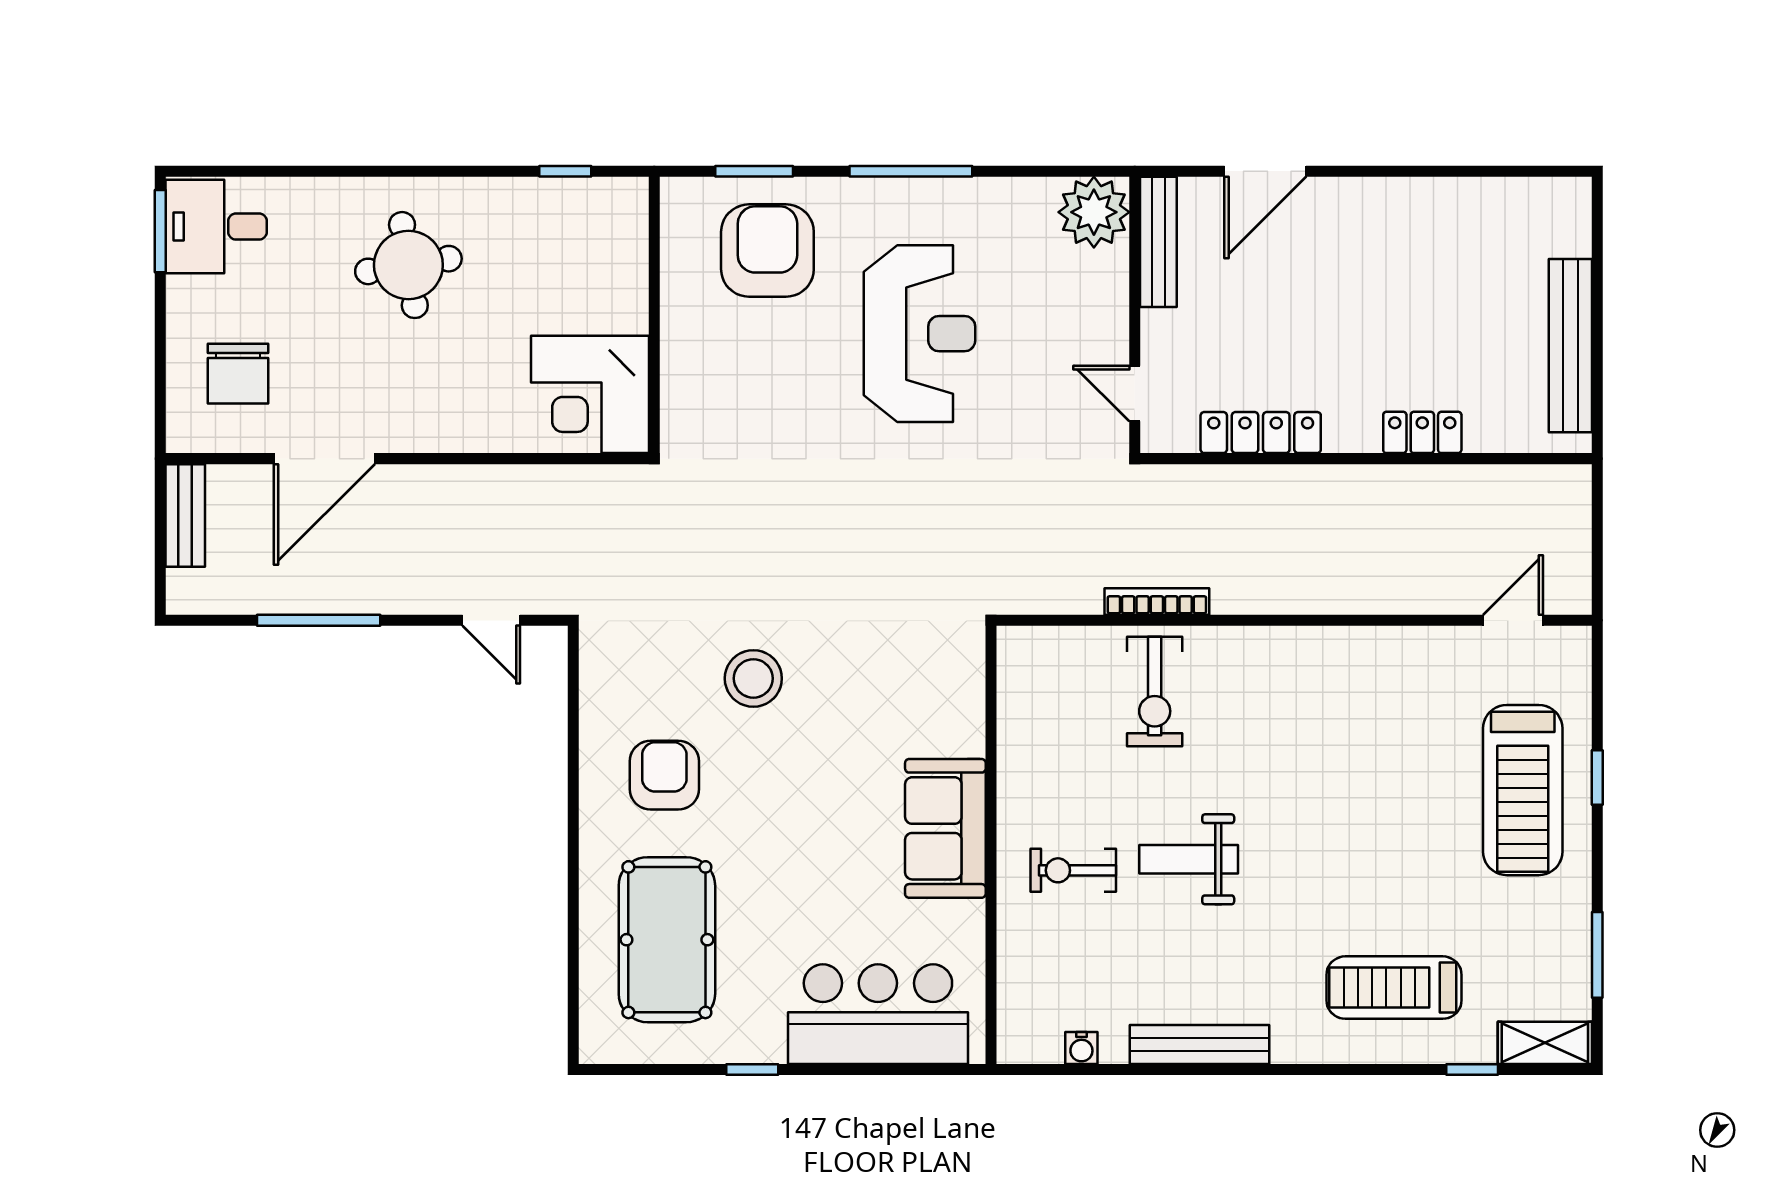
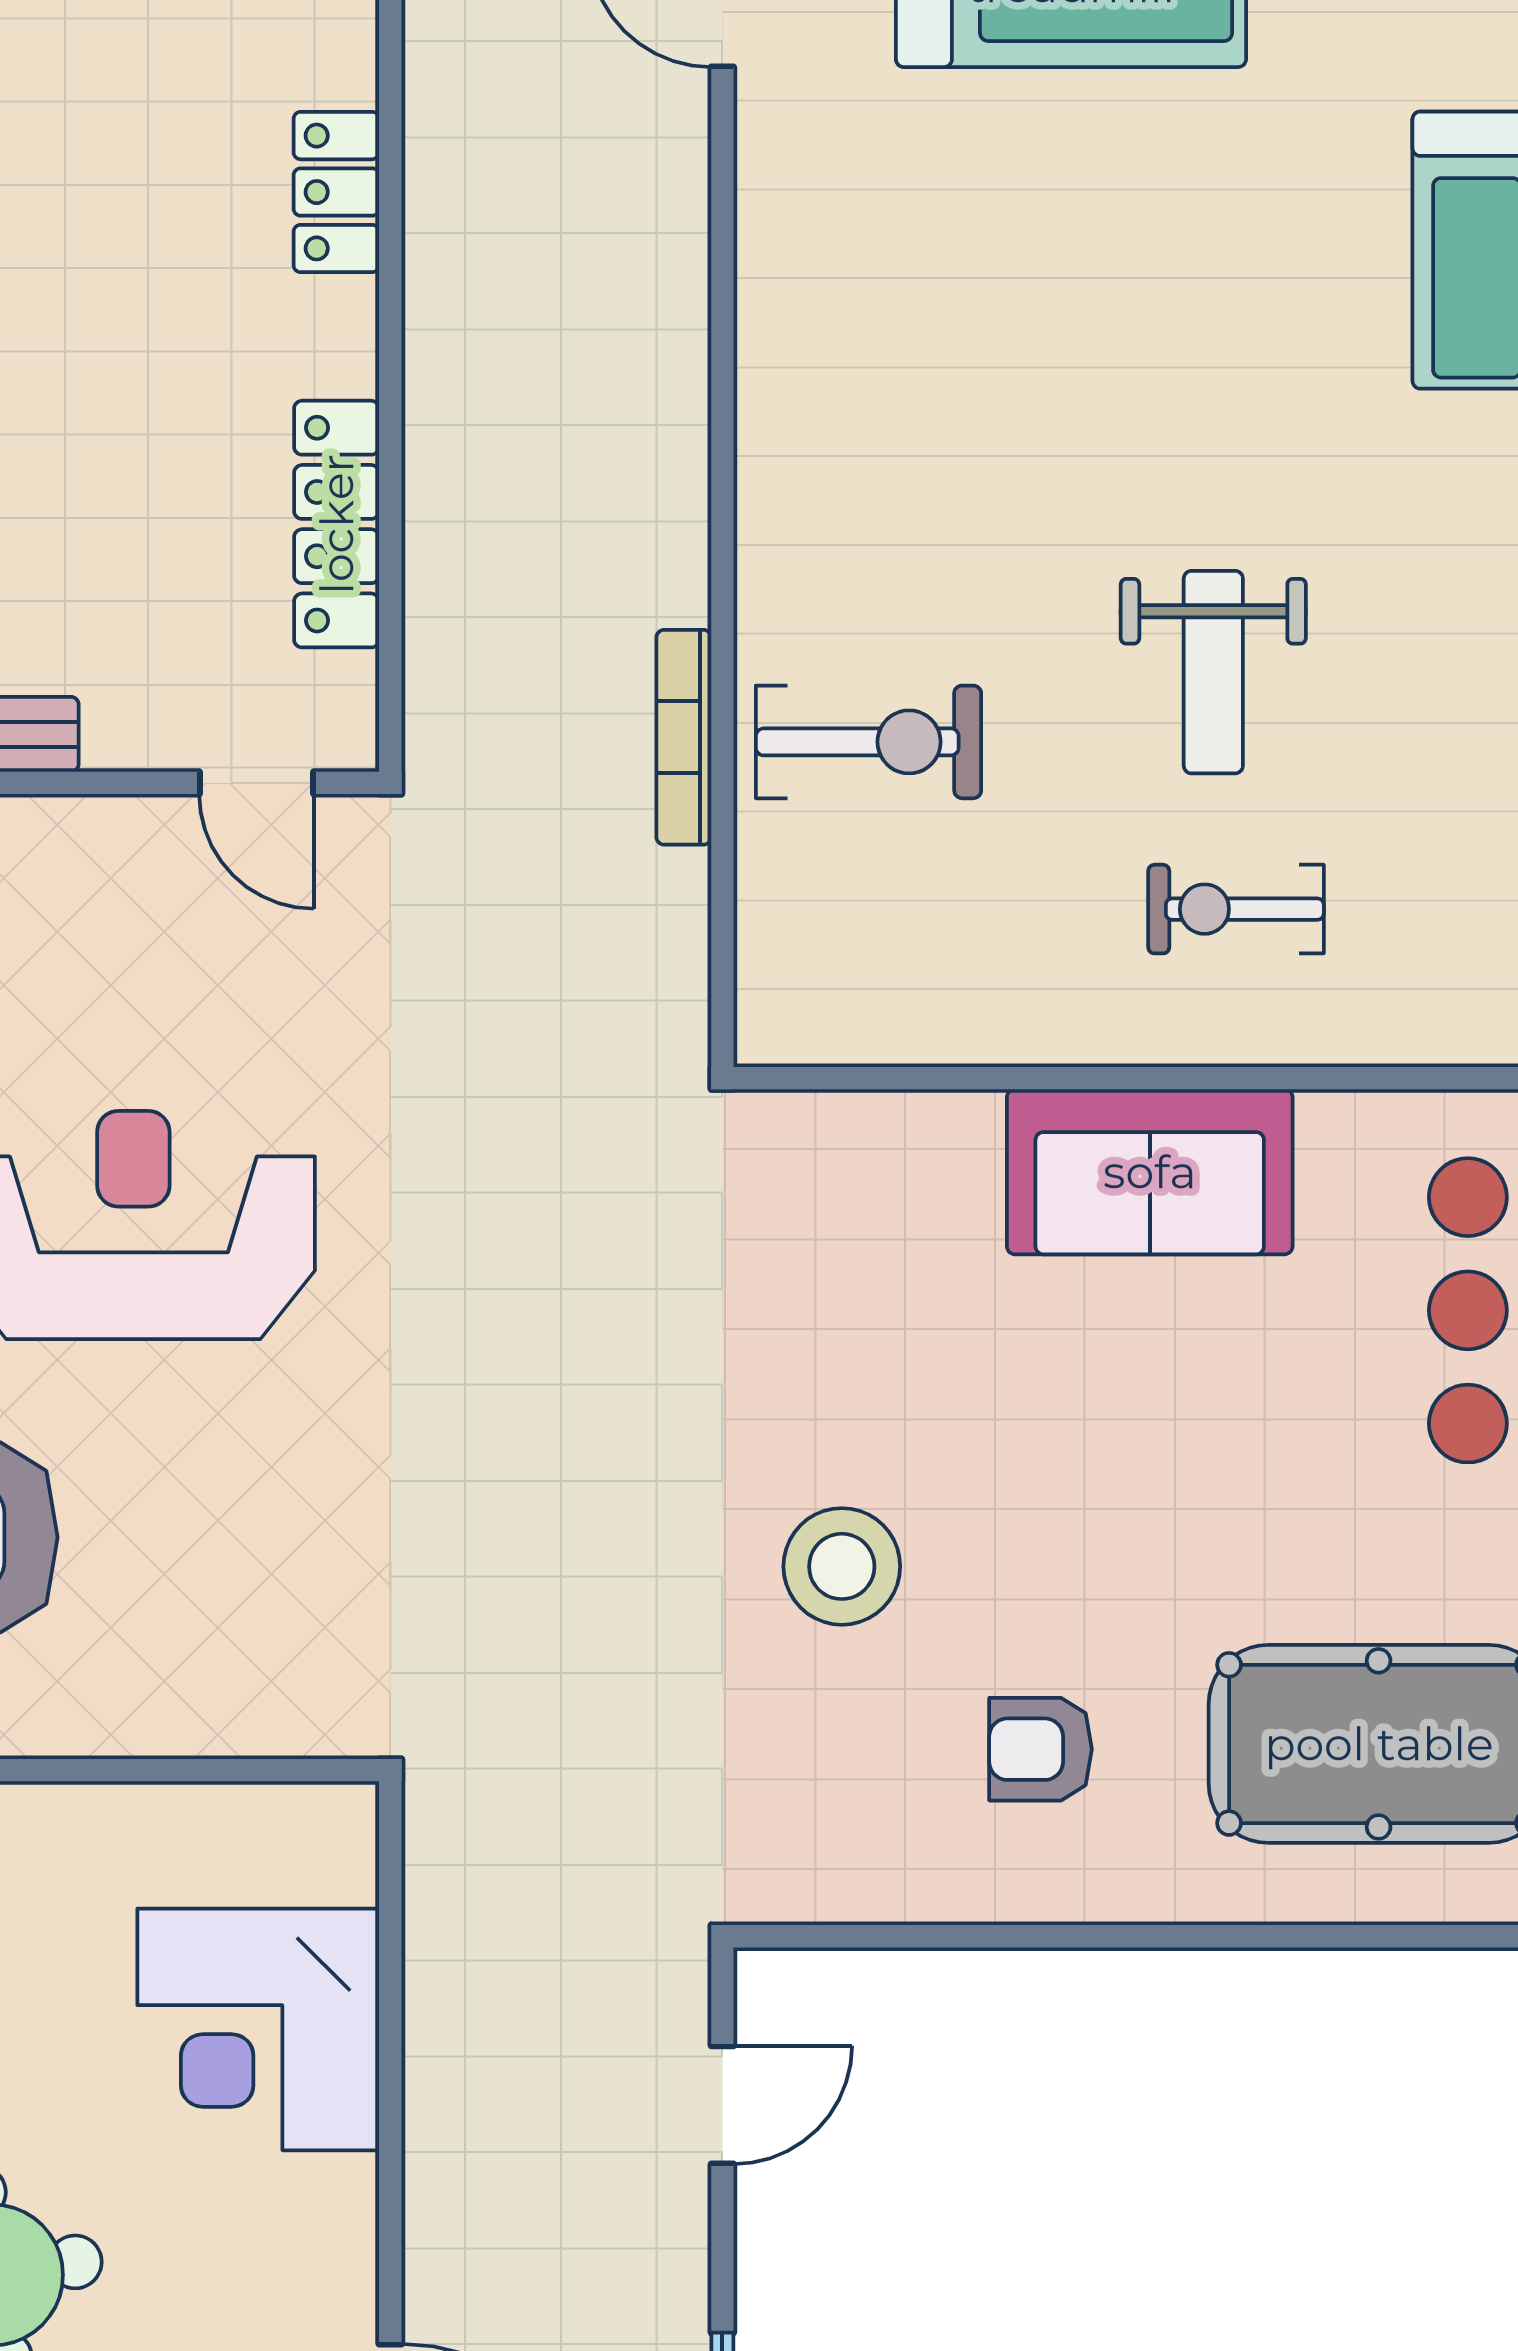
corner desk: (590, 394) -> (258, 2029), moved, turned 90
door: (1135, 394) -> (257, 783), hinge flipped
armchair: (664, 775) -> (1040, 1749), width x0.72, depth x0.72
exercise bike: (1073, 870) -> (1236, 909), turned 90

